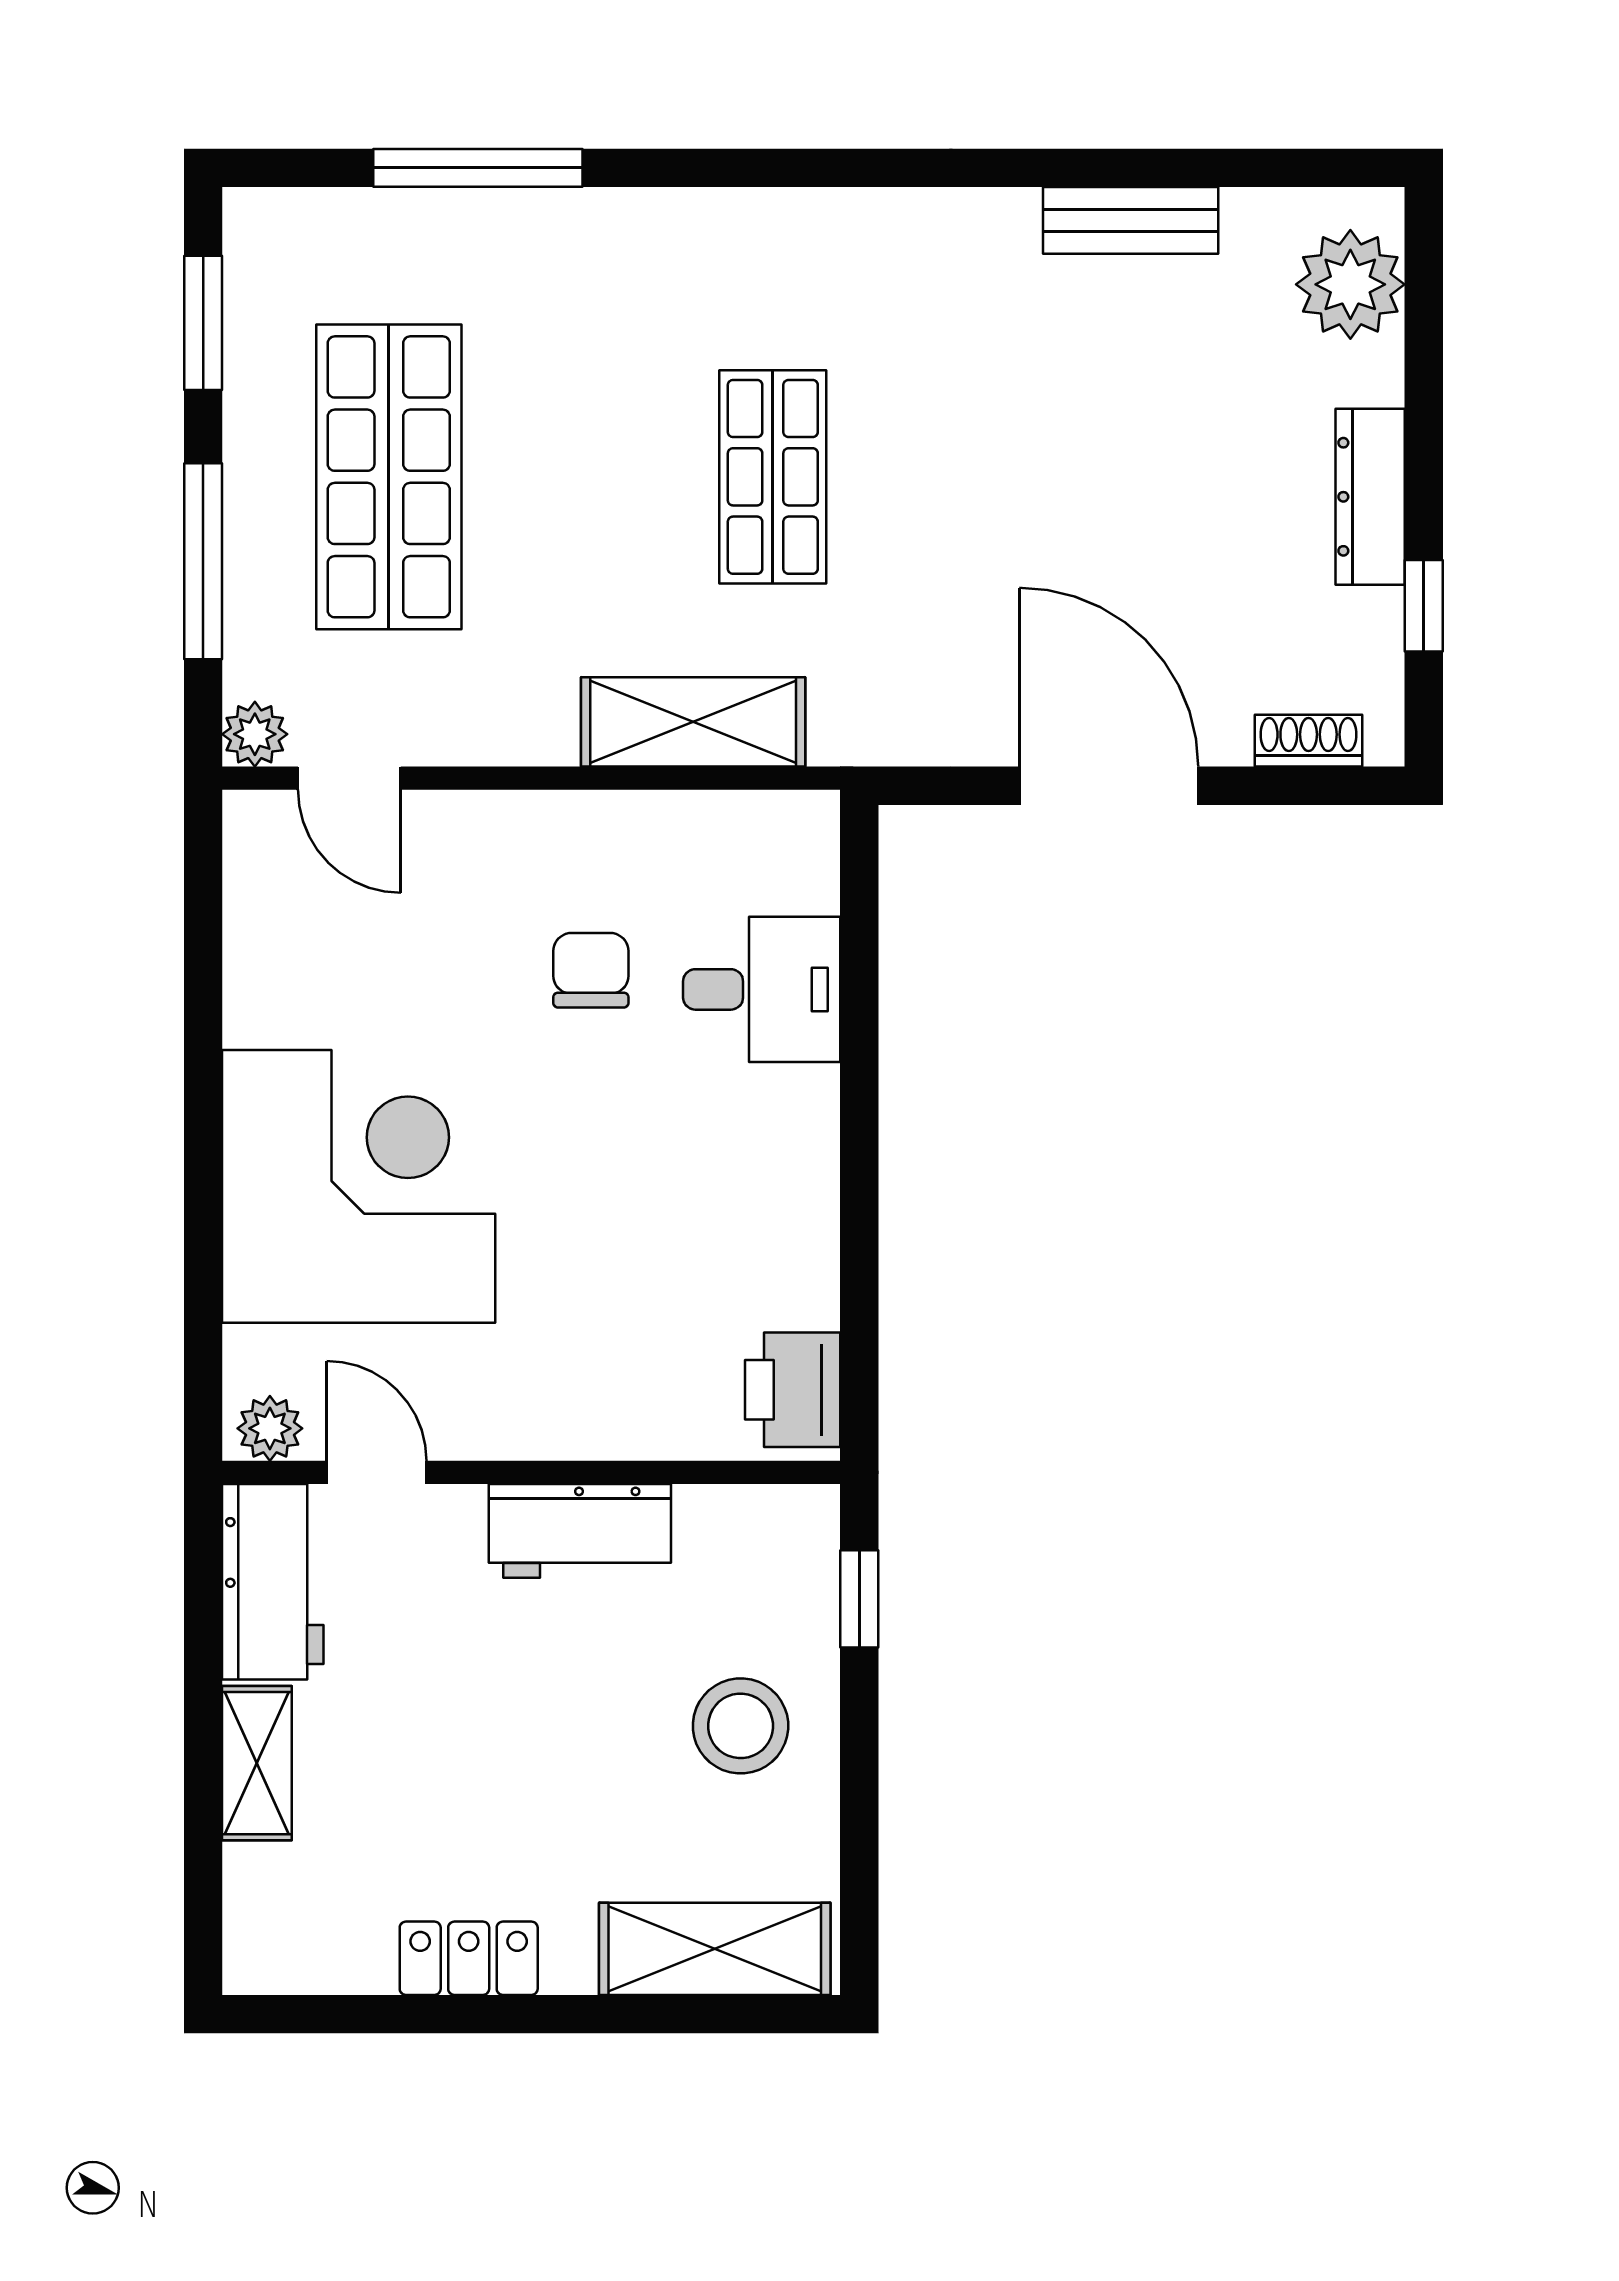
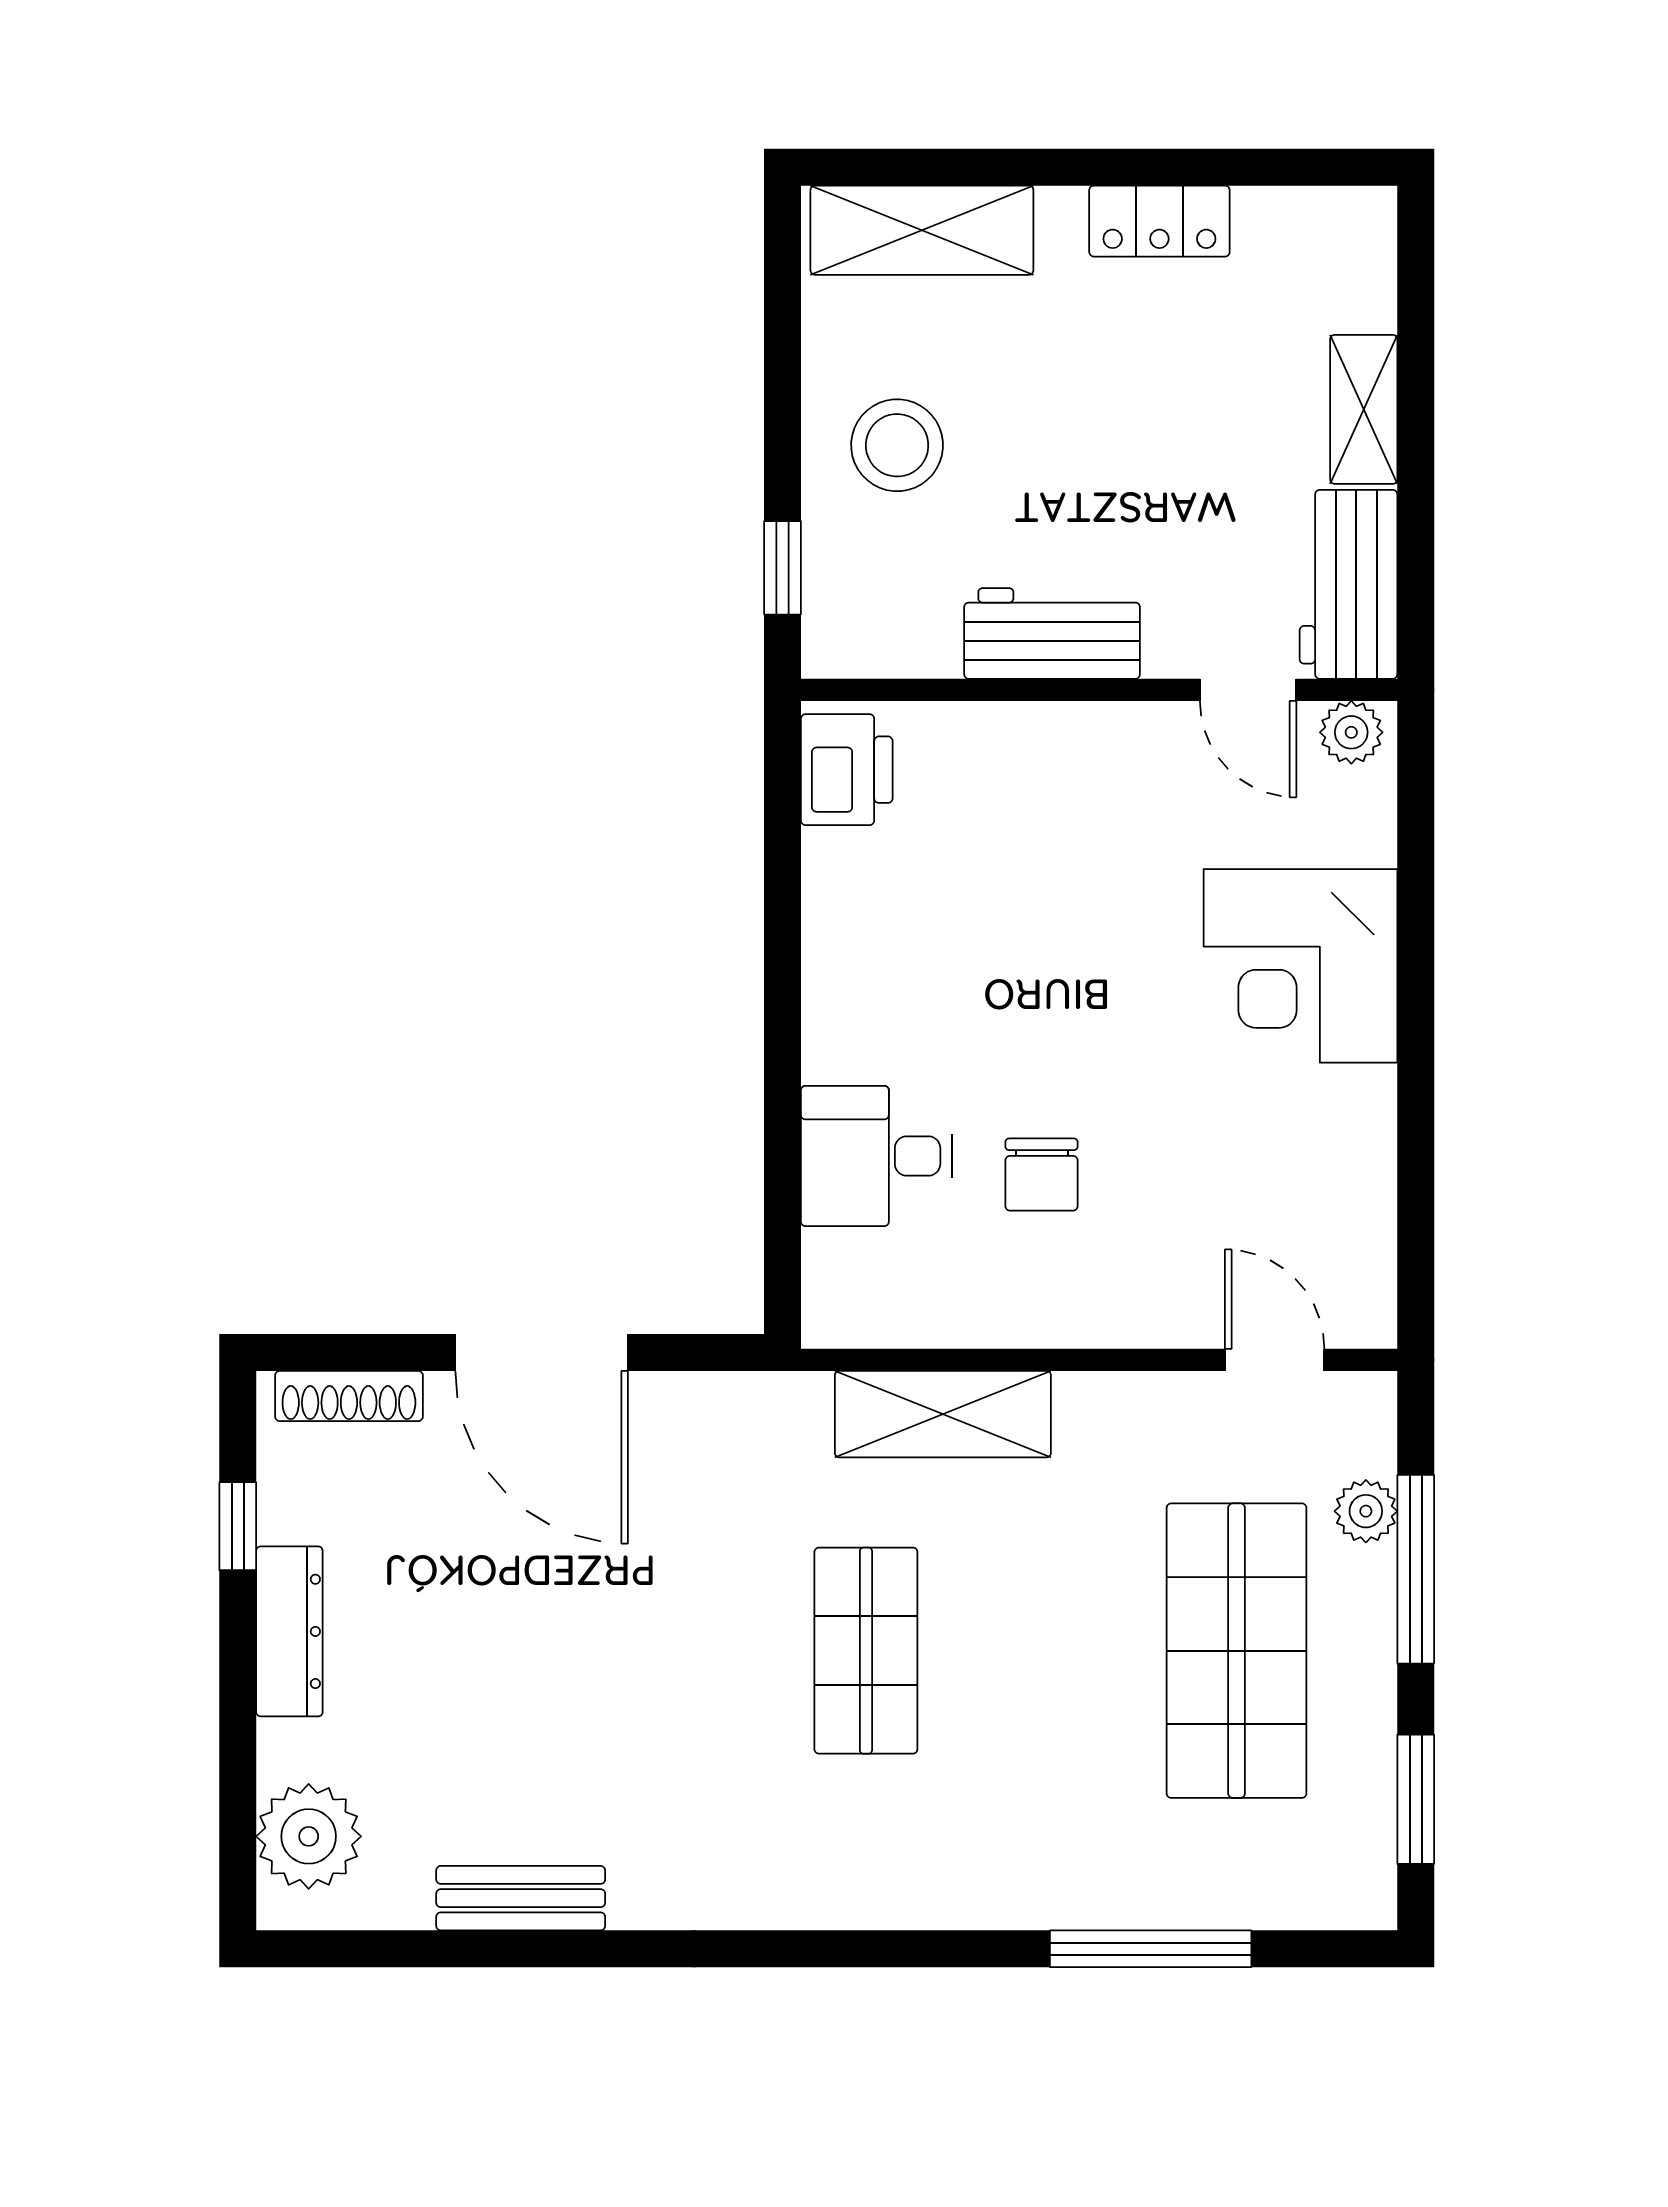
plant: (255, 734) -> (1366, 1511), moved
shoe rack: (1309, 741) -> (349, 1396), width x1.43
corner desk: (359, 1186) -> (1300, 966), width x0.74, depth x0.74

